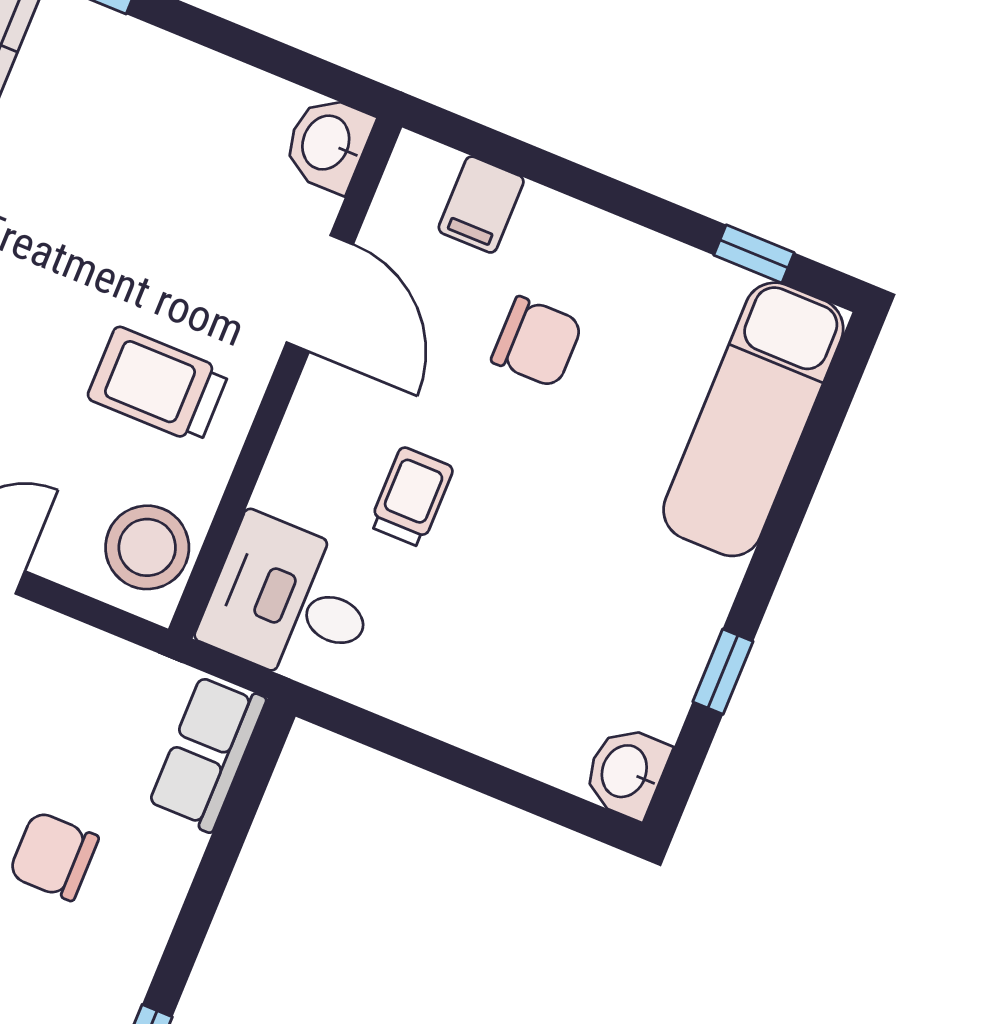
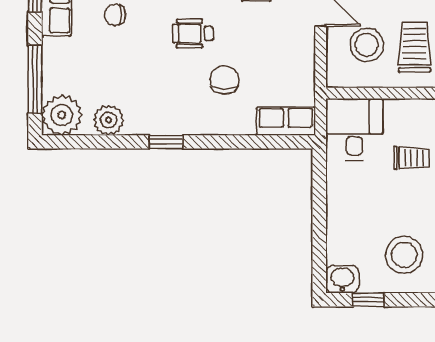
stool: (147, 547) -> (367, 45), moved
stool: (628, 606) -> (404, 255), added
window: (723, 672) -> (368, 300), moved

